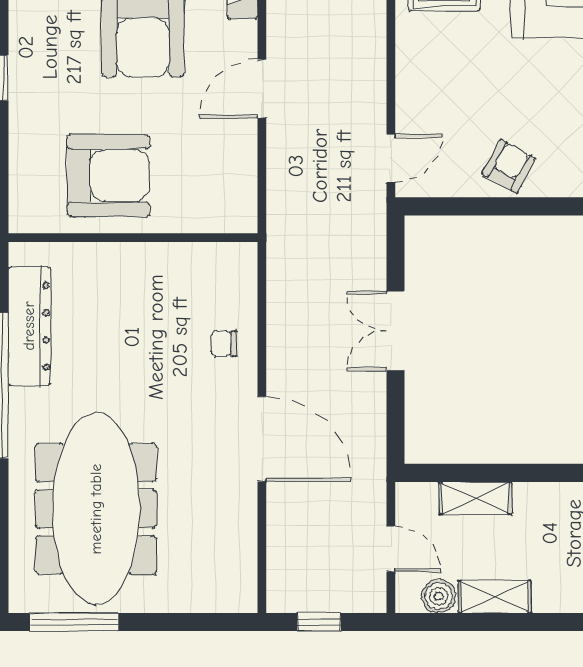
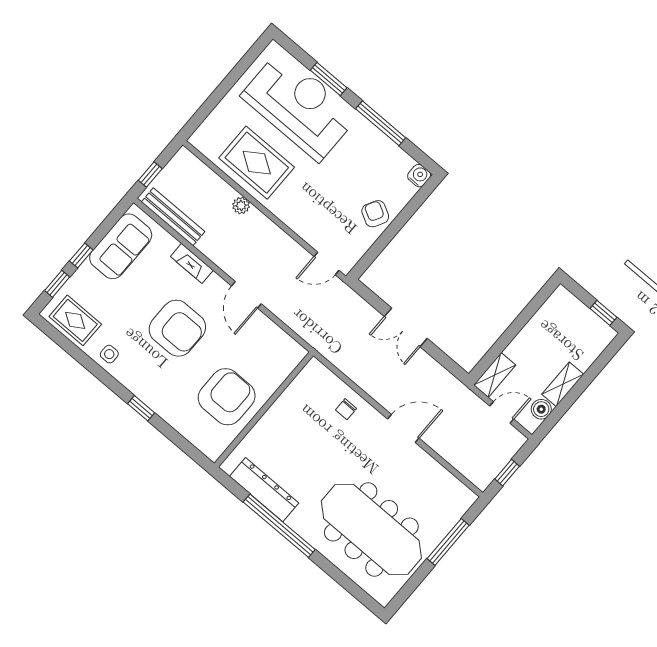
door: (391, 158) -> (327, 263), swing flipped
door: (262, 439) -> (403, 429), width x0.73
shelving: (475, 498) -> (495, 375), moved
window: (74, 622) -> (448, 542), moved

